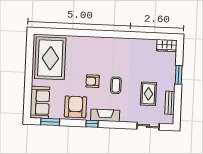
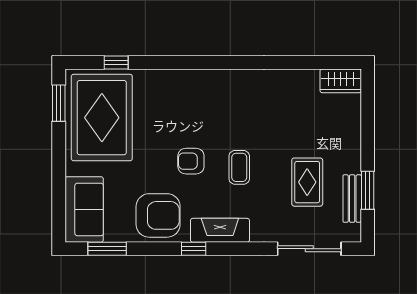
window: (58, 32) -> (116, 63), added
window: (30, 50) -> (59, 103), added
window: (179, 75) -> (368, 190), moved
armchair: (75, 107) -> (158, 215), turned 90
sliding door: (148, 126) -> (309, 249), width x1.37

